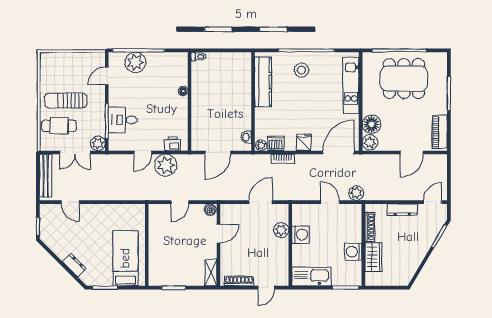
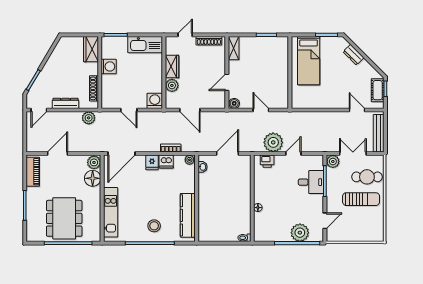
dining table: (404, 79) -> (64, 218), turned 90
dishwasher: (276, 143) -> (166, 162), moved
plant: (356, 193) -> (89, 118), moved
door: (180, 202) -> (261, 110), hinge flipped
door: (261, 202) -> (190, 110), hinge flipped
cot: (47, 225) -> (378, 90), added
washing machine: (301, 235) -> (155, 101), moved, turned 90
wardrobe: (281, 252) -> (172, 66), added
wardrobe: (373, 257) -> (91, 49), moved

